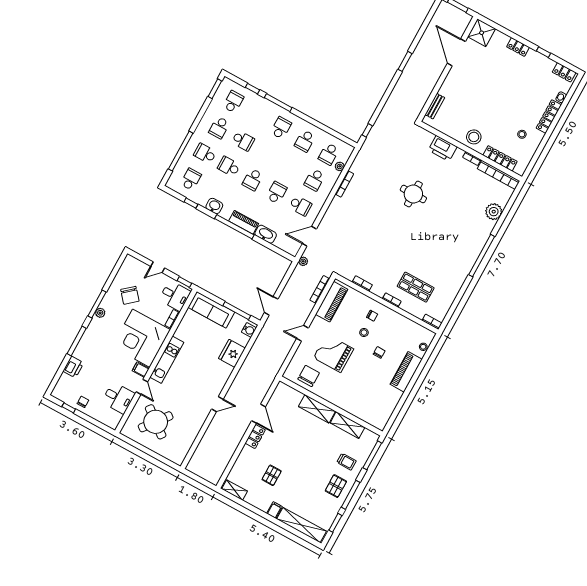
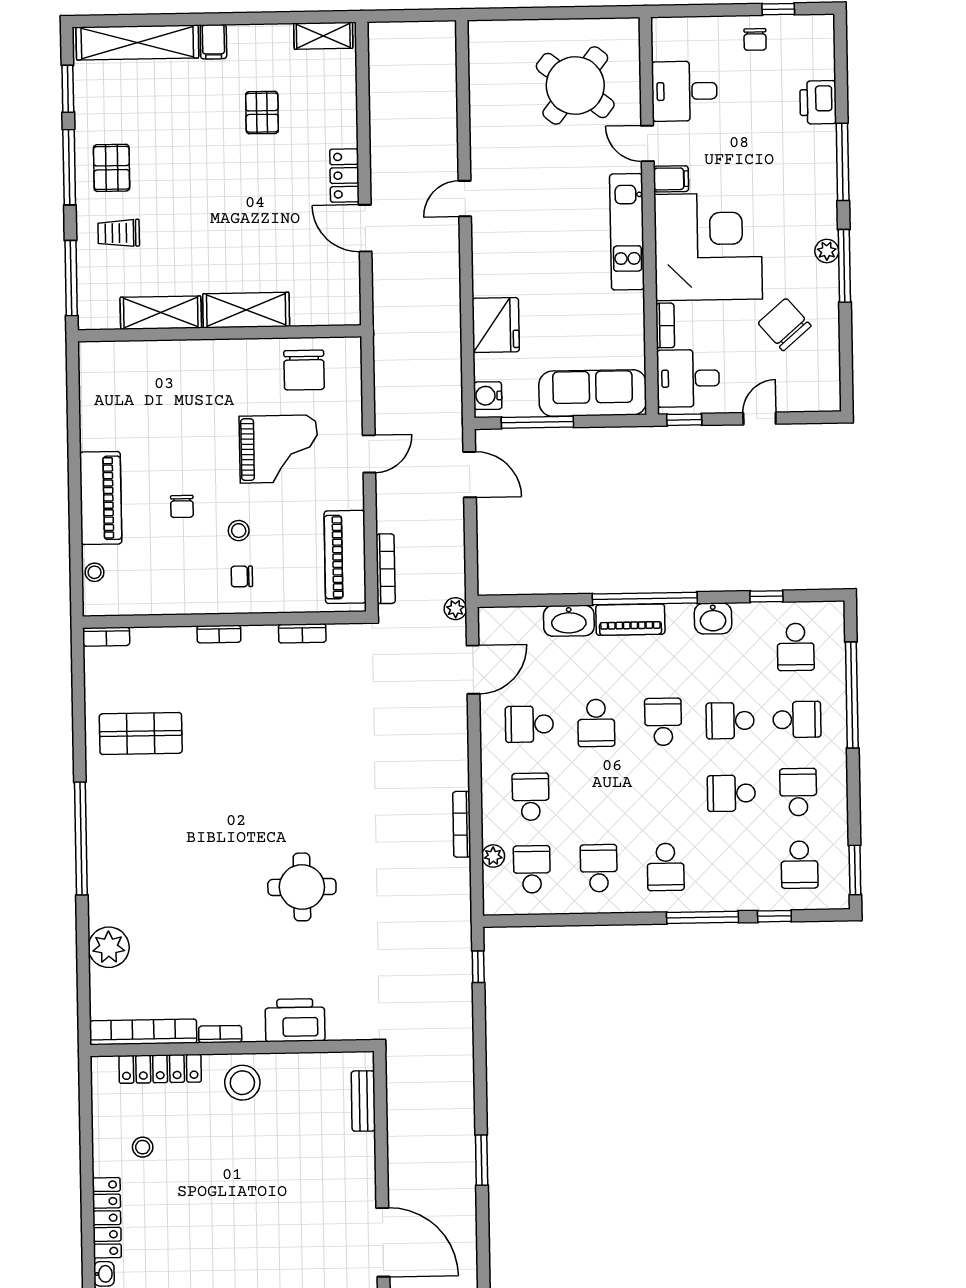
school desk: (229, 167) -> (730, 721), turned 180
shop shelf: (416, 287) -> (141, 733), moved

